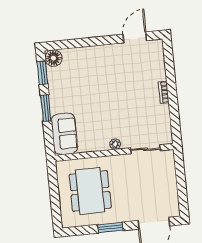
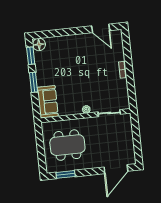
door: (135, 37) -> (101, 28), swing flipped
dining table: (90, 191) -> (67, 145), turned 90
window: (110, 228) -> (66, 174), moved

